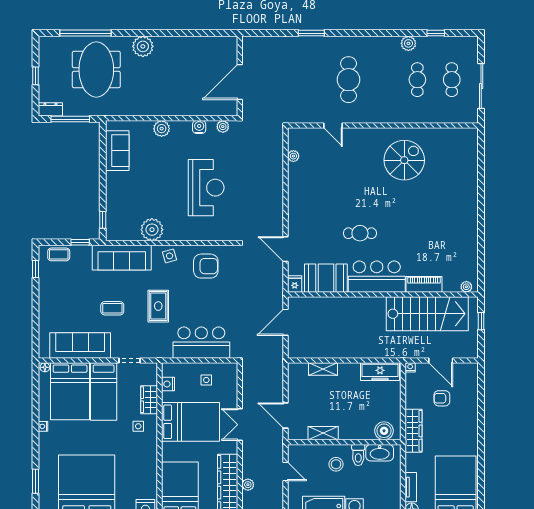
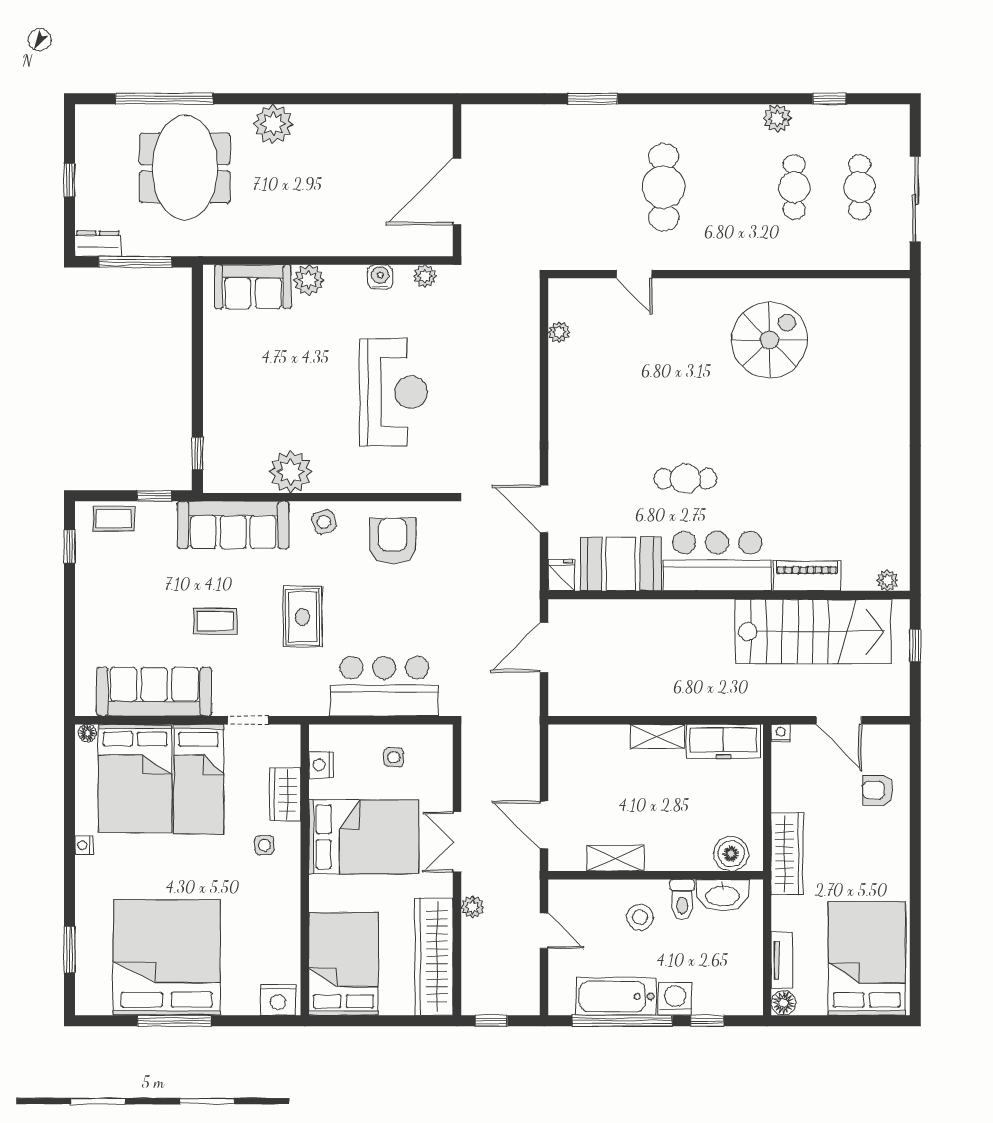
sofa: (117, 151) -> (253, 287), moved, turned 90
armchair: (206, 266) -> (393, 541), turned -90
shelving: (323, 369) -> (657, 736), moved
armchair: (442, 398) -> (878, 790), moved
plant: (248, 485) -> (473, 907), moved

